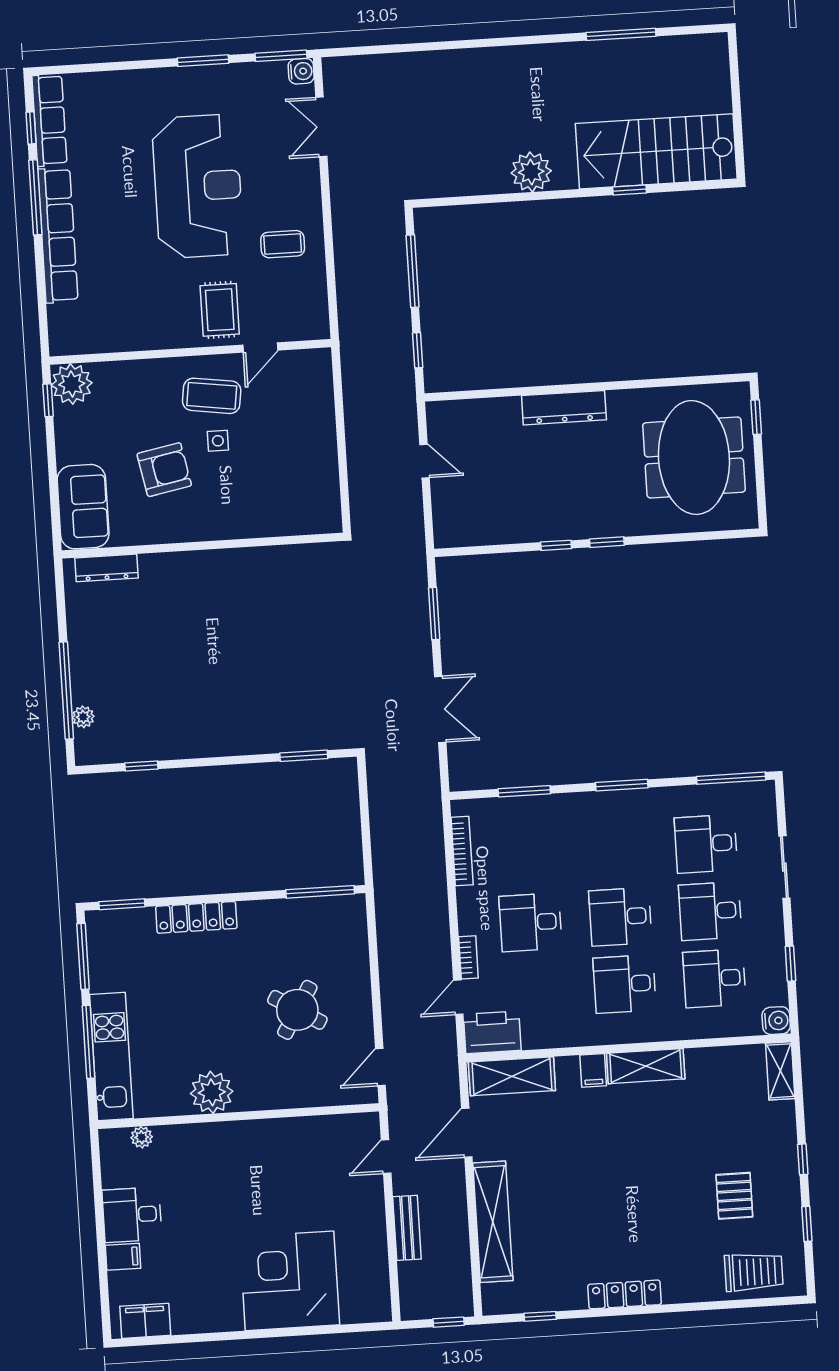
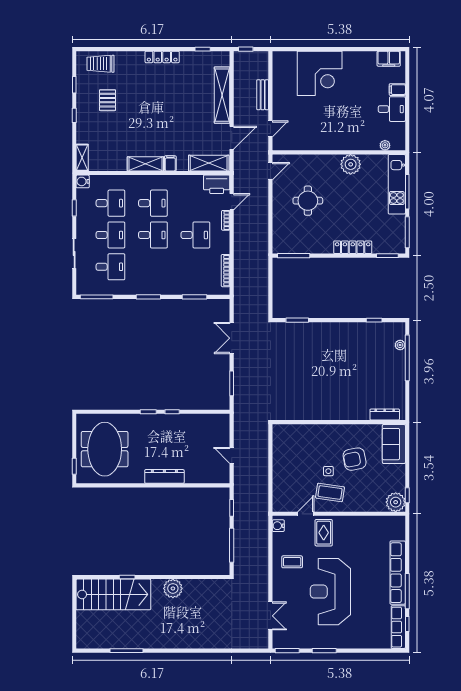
water cooler: (301, 71) -> (278, 526), moved
round table: (297, 1010) -> (308, 201), turned -31

